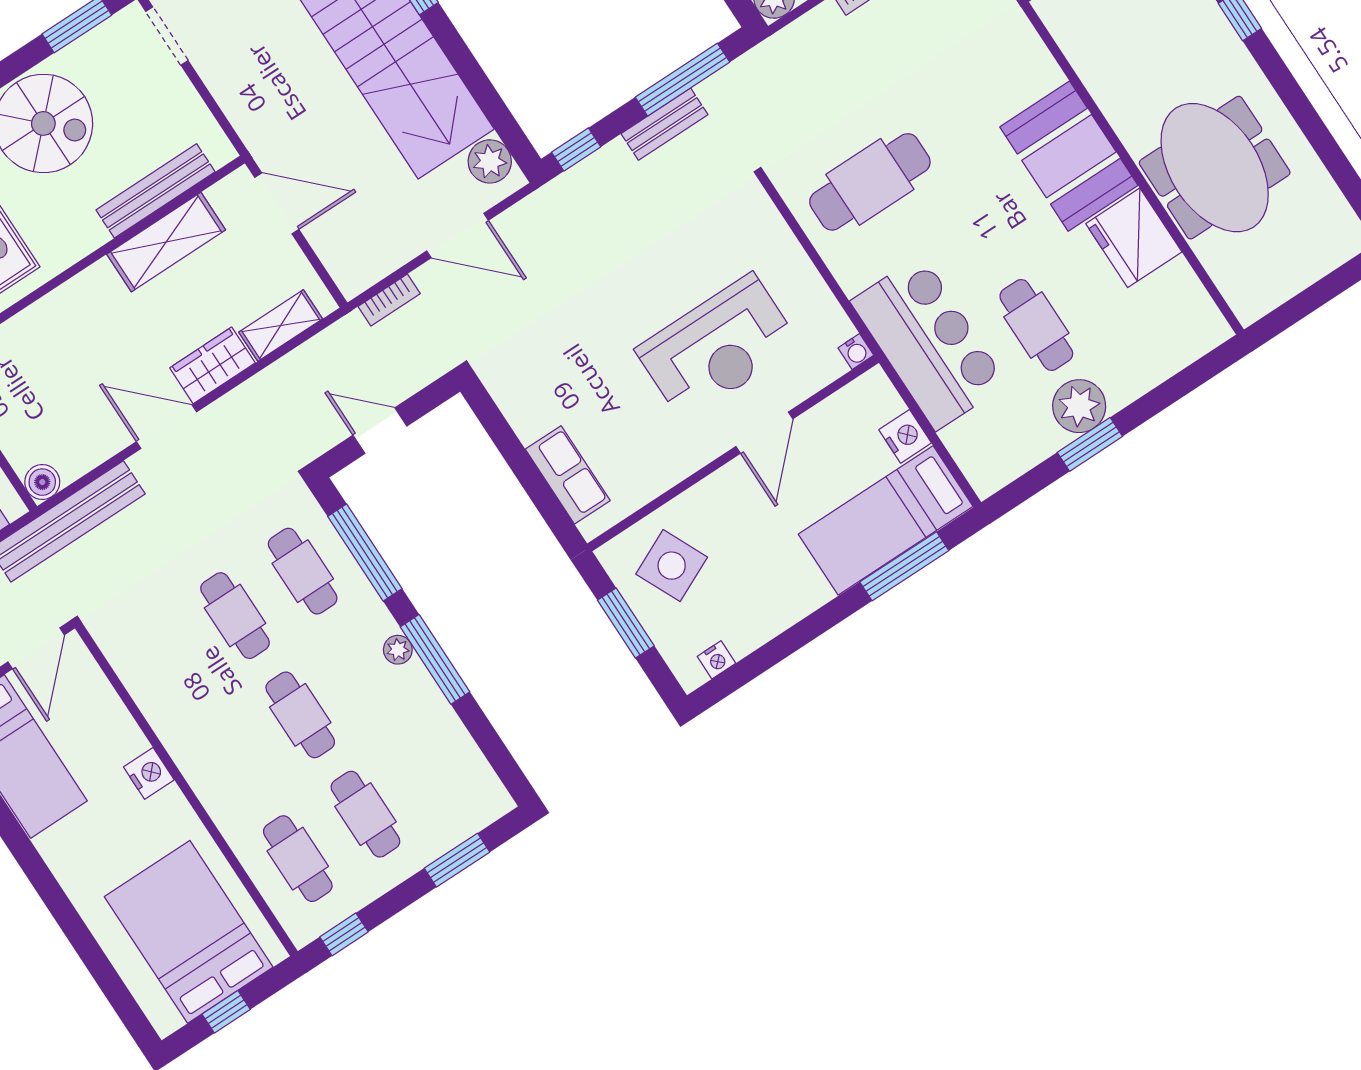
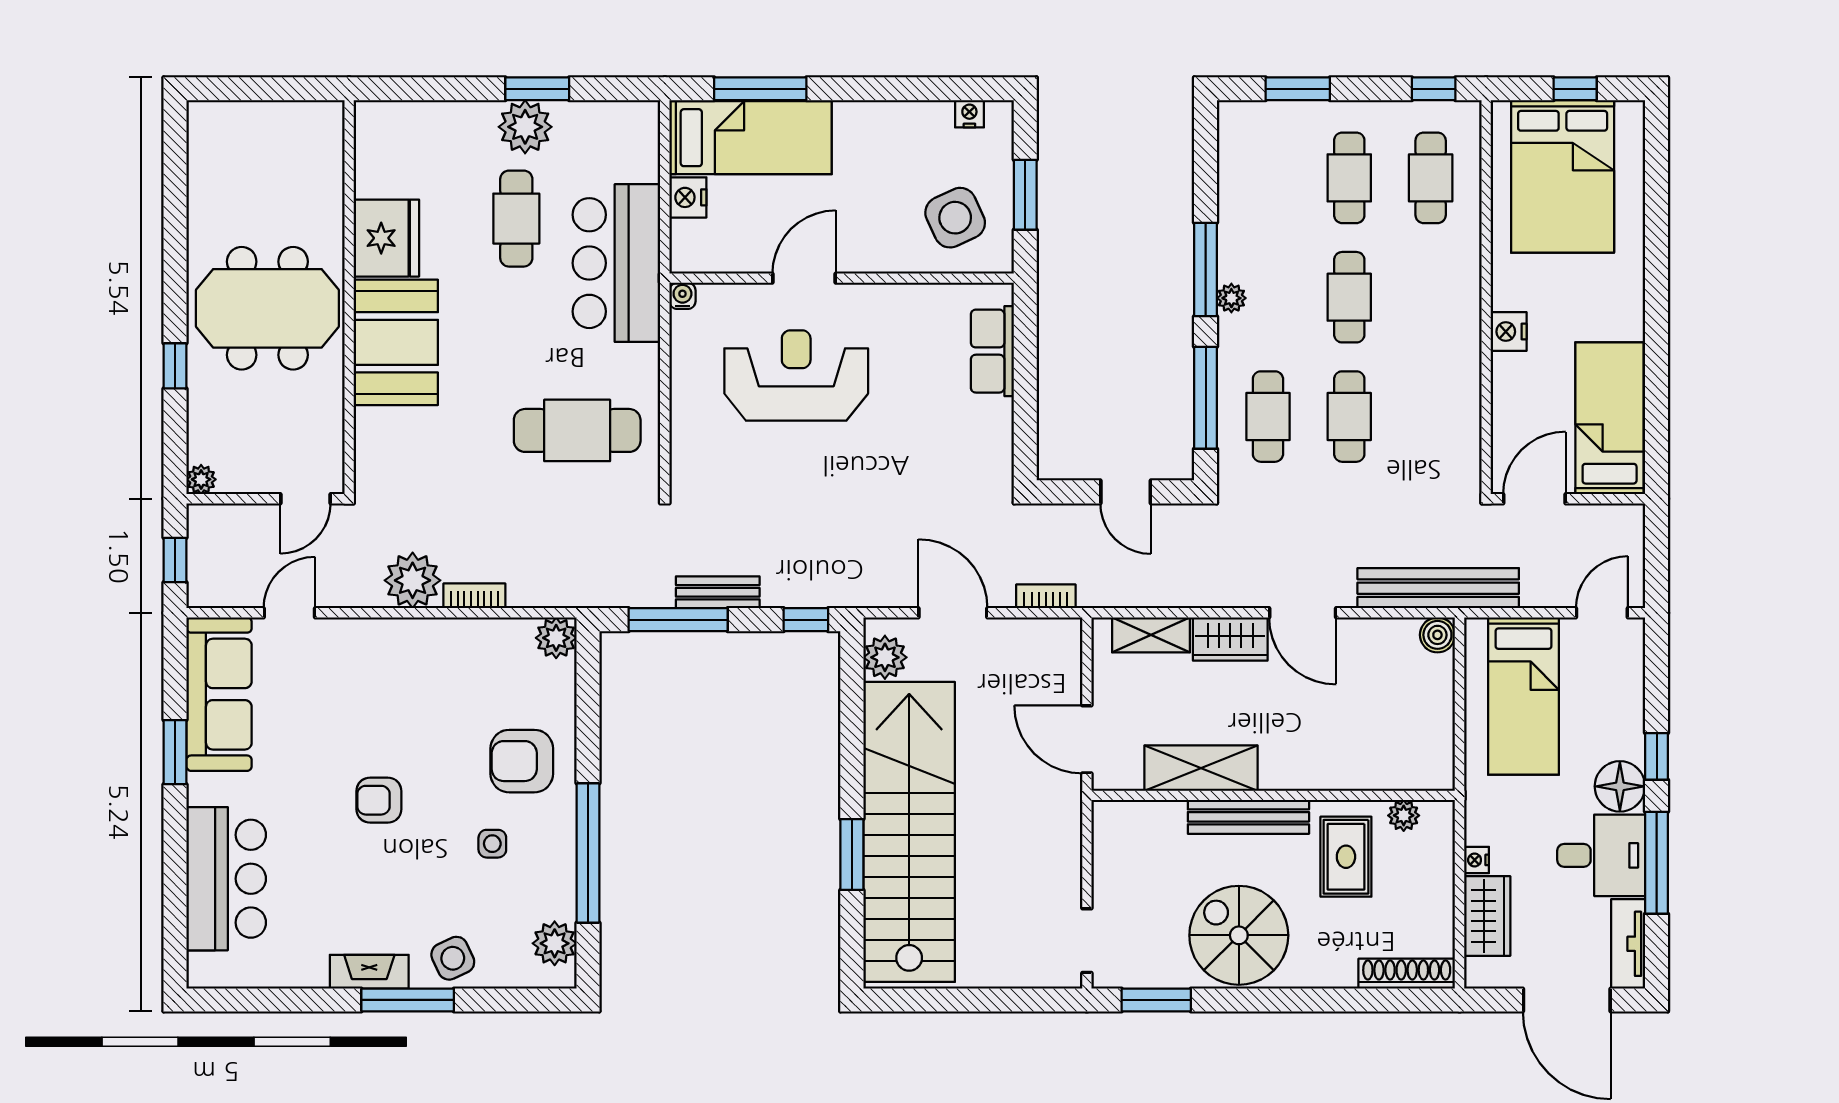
meeting table: (1215, 168) -> (267, 308), moved, turned 90
bench: (156, 191) -> (1248, 817), moved

